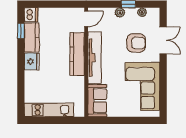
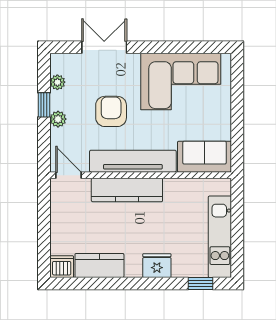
window: (21, 31) -> (201, 284), moved
armchair: (136, 43) -> (111, 111), moved
fridge: (32, 62) -> (157, 266), moved

